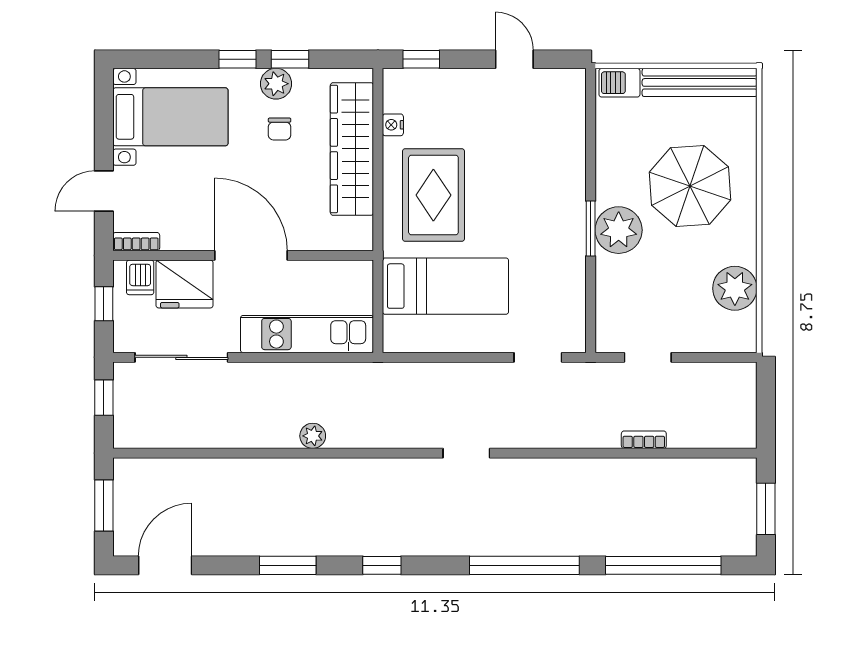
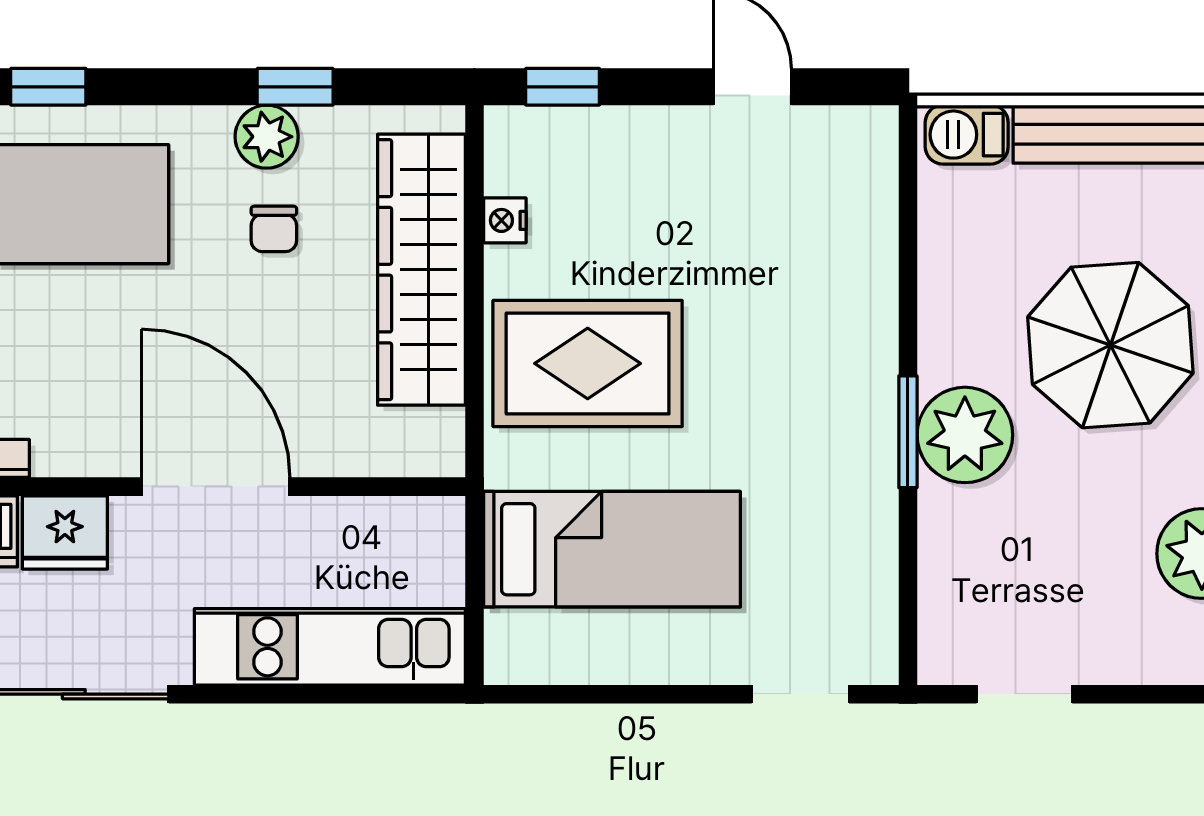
window: (237, 59) -> (48, 87), moved
rug: (433, 195) -> (588, 363), turned 90
fridge: (185, 284) -> (65, 532), width x0.73, depth x0.75

